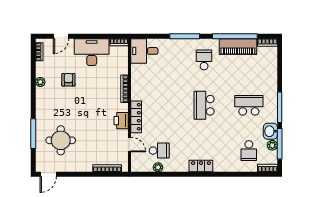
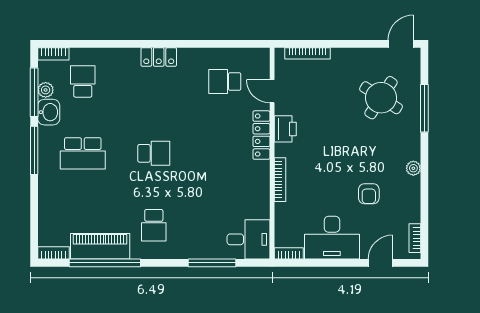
window: (185, 36) -> (212, 263), moved
plant: (40, 82) -> (413, 168), moved
school desk: (204, 105) -> (154, 153), width x0.54
round table: (61, 140) -> (381, 98), turned 33
plant: (158, 167) -> (227, 55), removed

